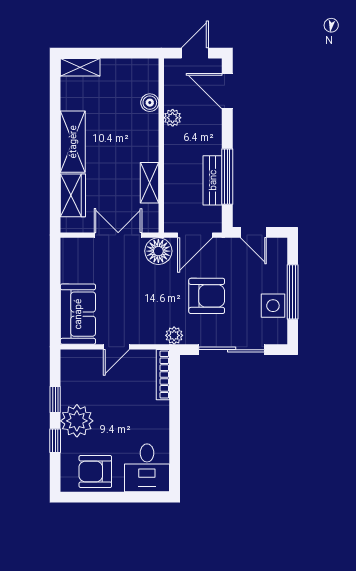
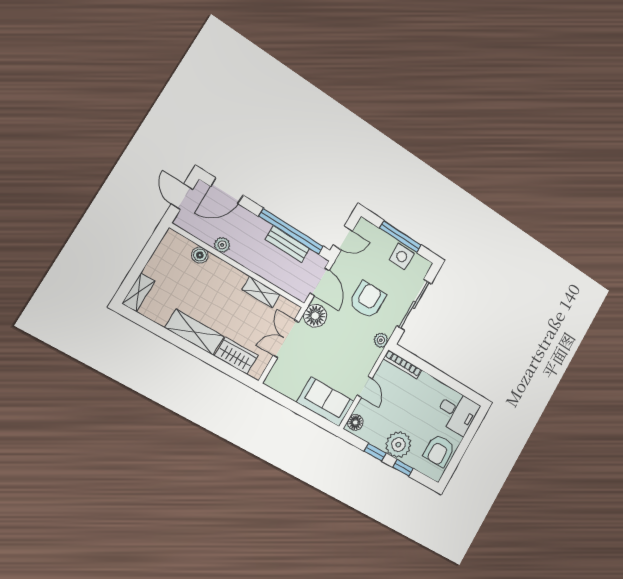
window: (227, 177) -> (291, 231), width x1.46
floor lamp: (74, 359) -> (355, 422), added

